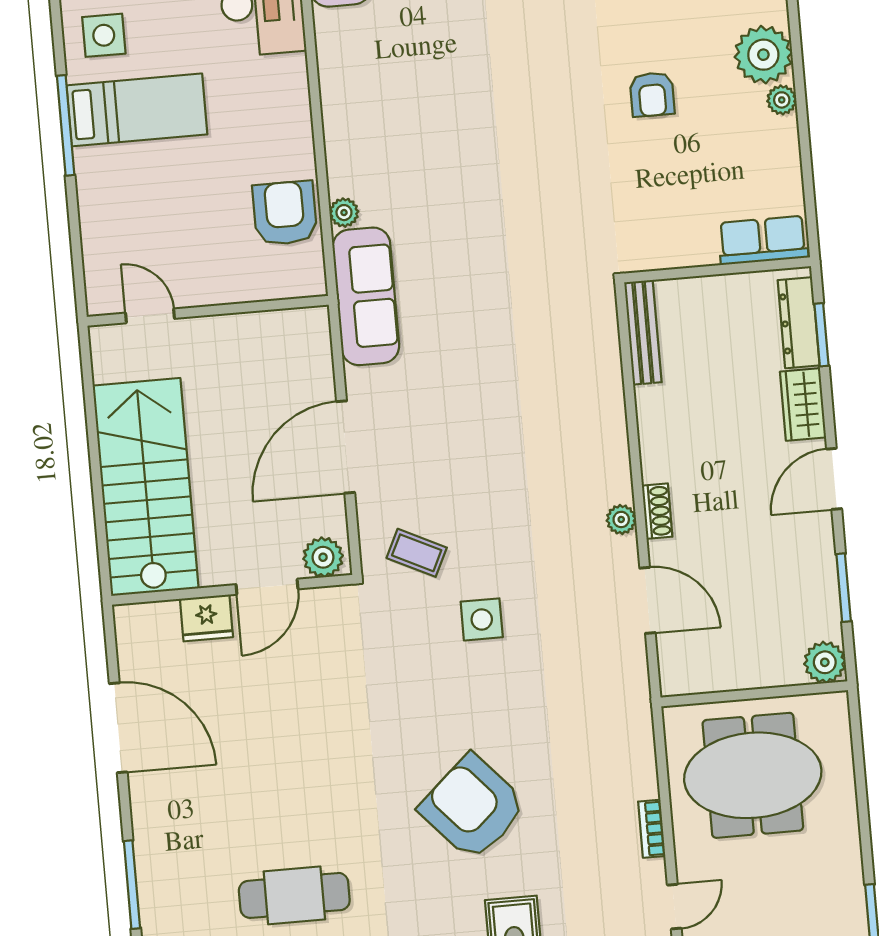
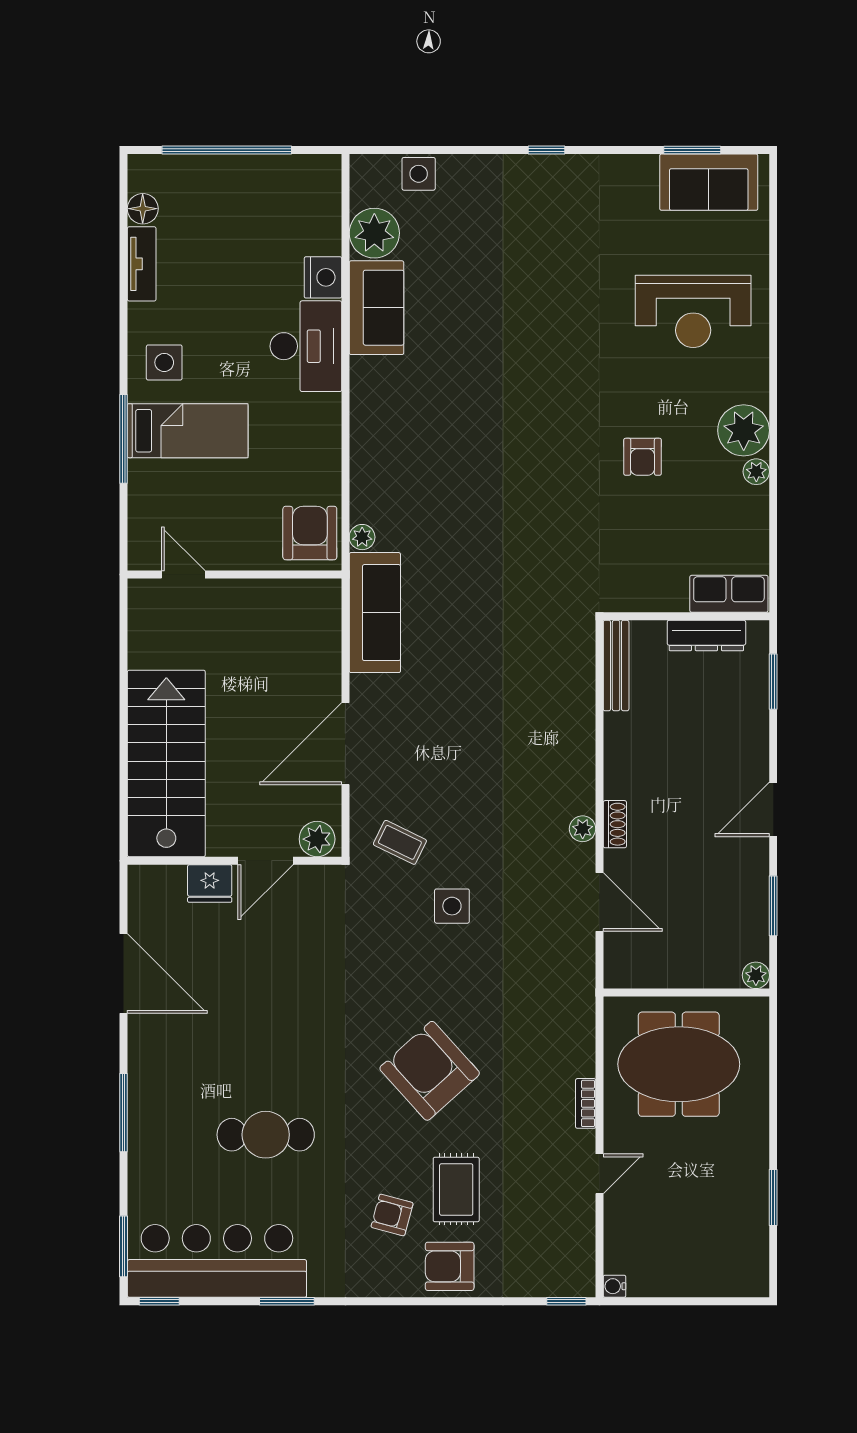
wall: (208, 311) -> (235, 574), moved
door: (150, 316) -> (183, 574), moved
dresser: (799, 323) -> (706, 635), moved, turned -90
wardrobe: (803, 405) -> (751, 742), removed
plant: (825, 662) -> (756, 975), width x0.73, depth x0.73

